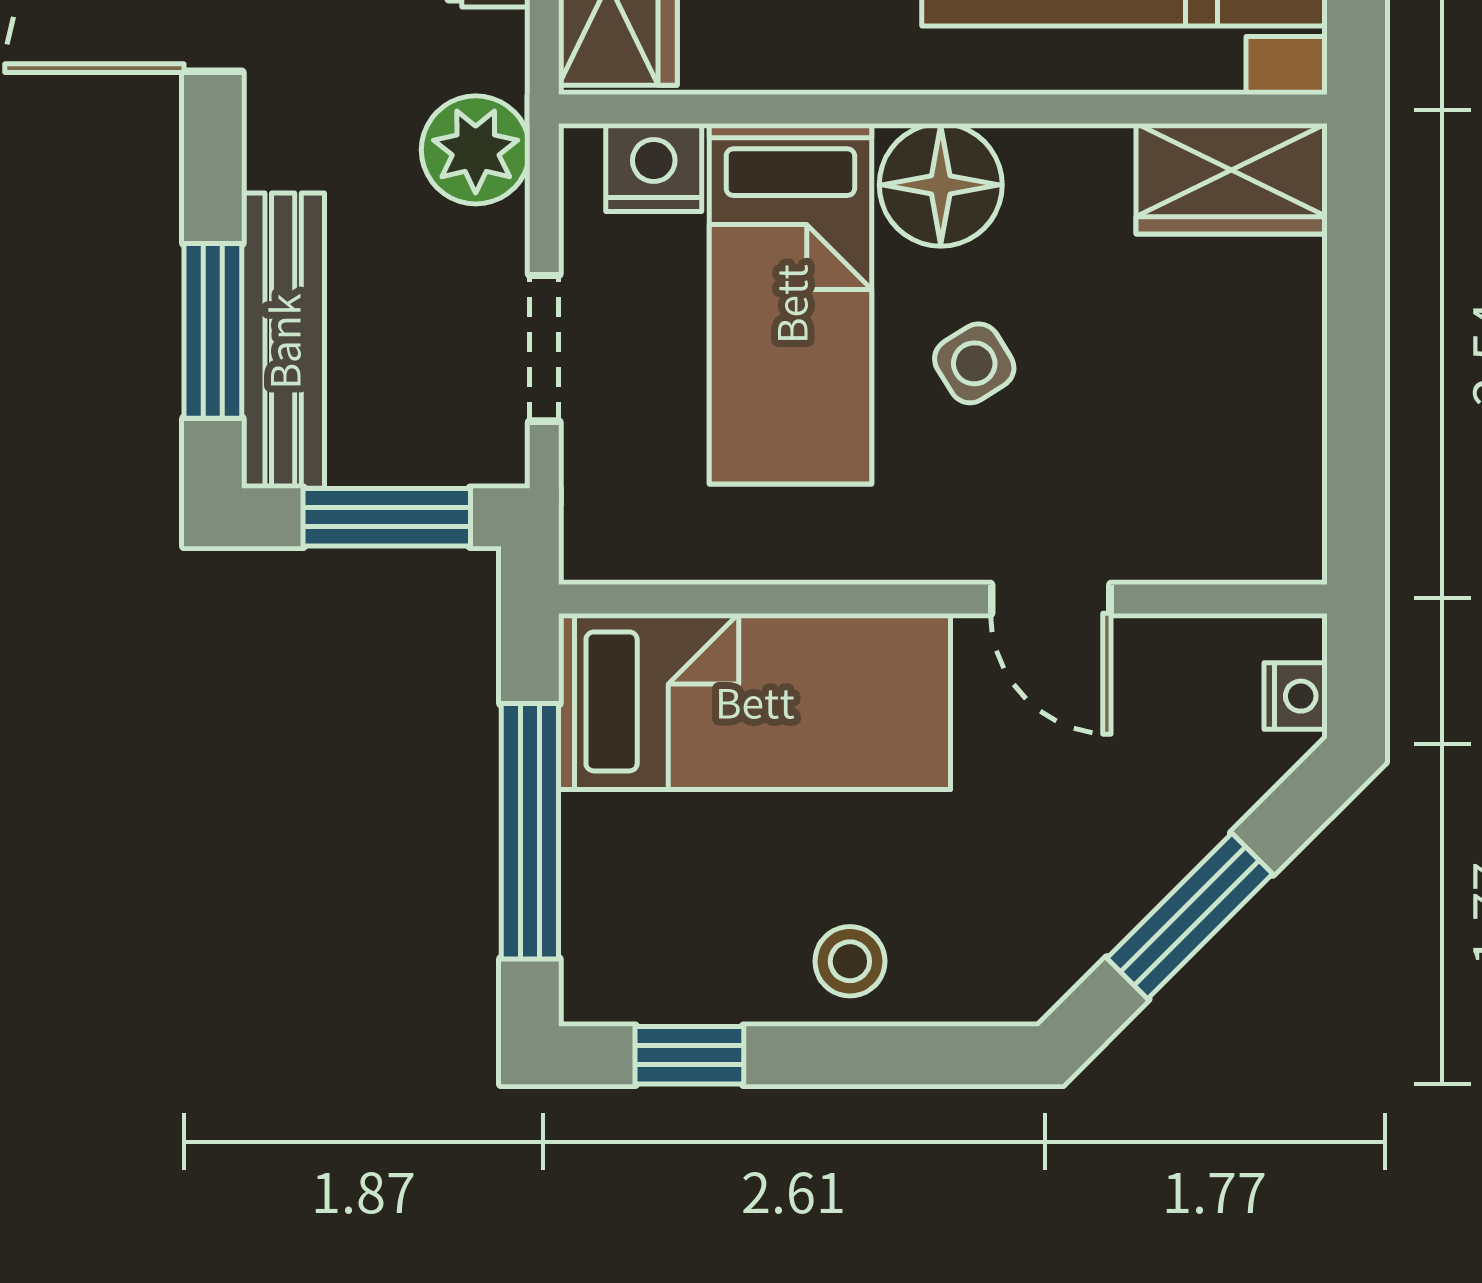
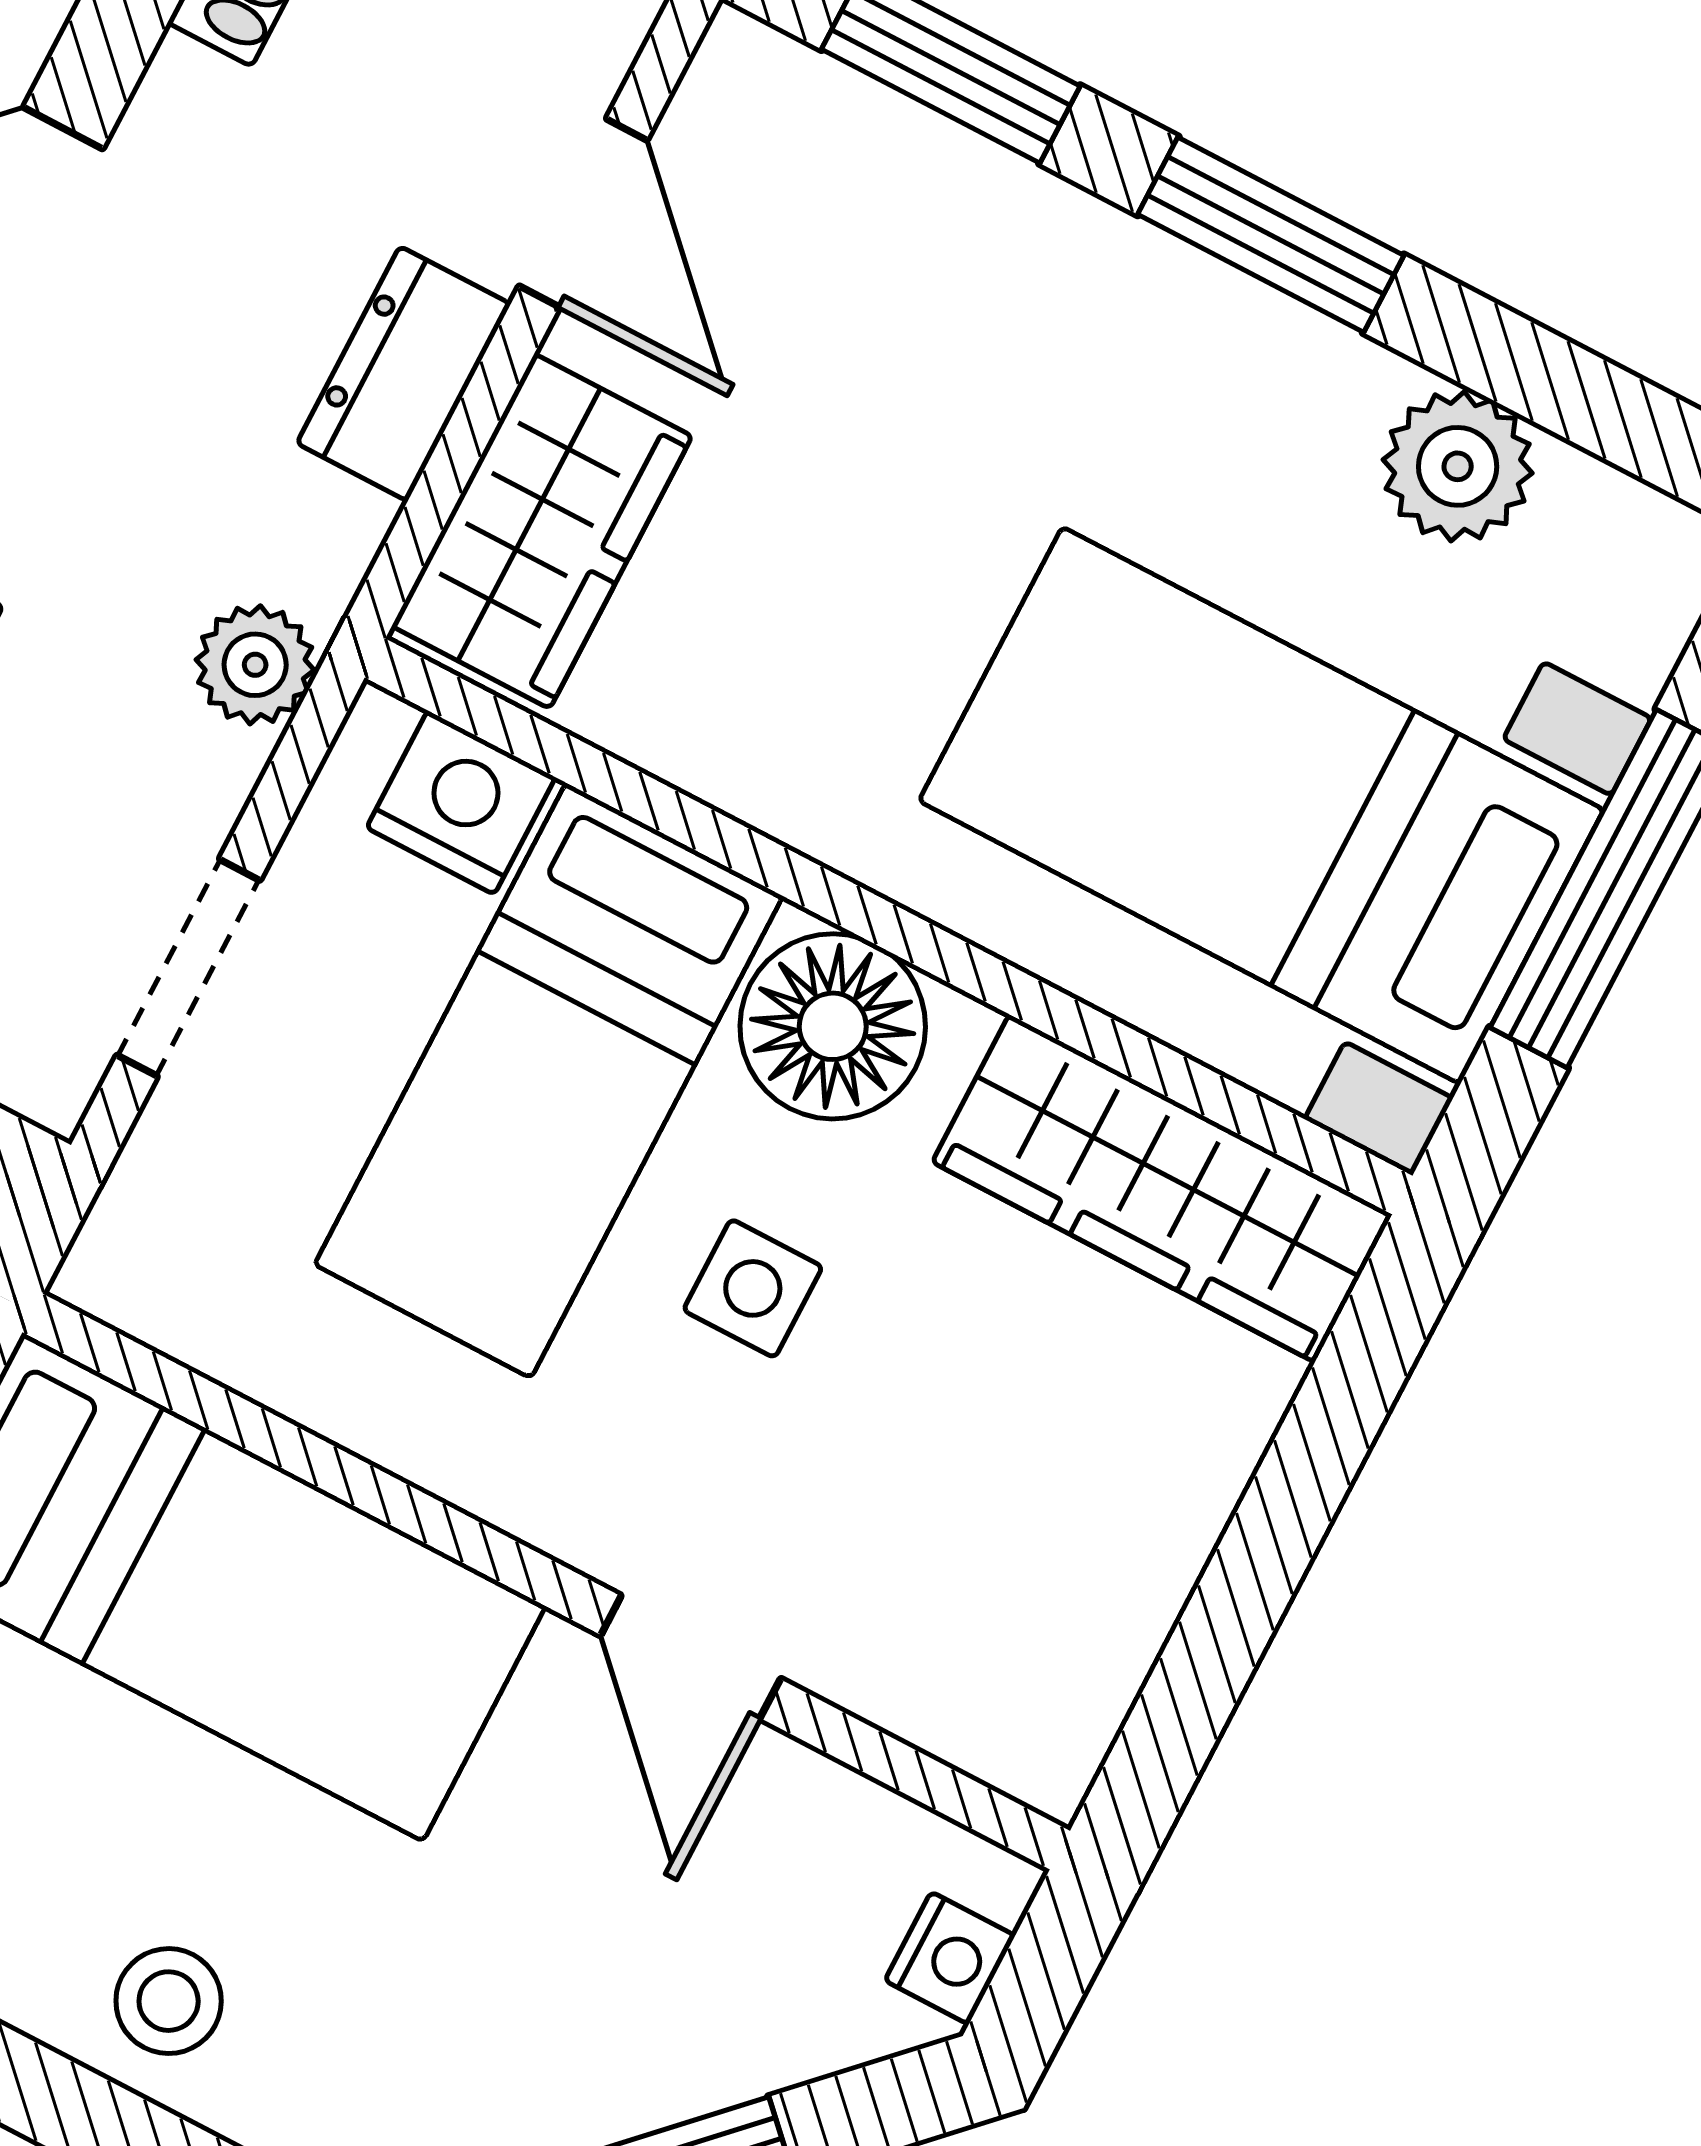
plant: (476, 150) -> (255, 665), width x0.73, depth x0.73
wardrobe: (1232, 179) -> (1162, 1188), width x1.50
side table: (974, 363) -> (753, 1288), turned 32

